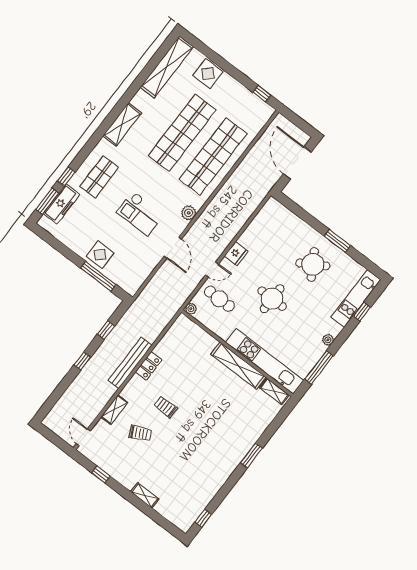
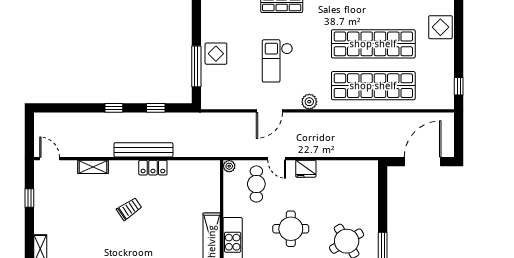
trolley: (166, 407) -> (129, 209), turned 56
trolley: (140, 433) -> (90, 204), removed
door: (83, 437) -> (50, 159), hinge flipped

